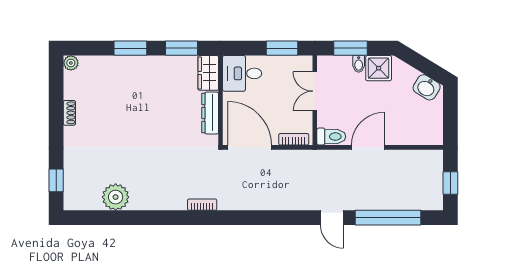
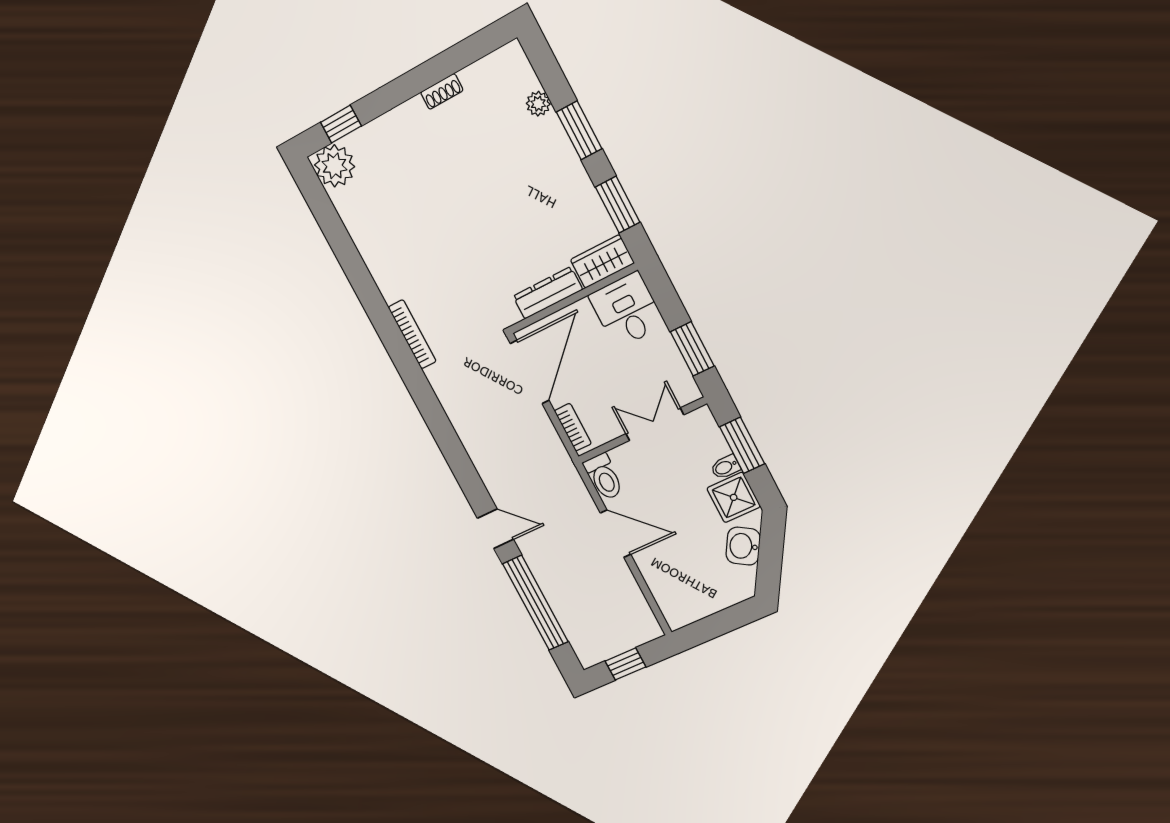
plant: (71, 63) -> (538, 104), moved
washbasin: (427, 87) -> (743, 546), moved
plant: (116, 197) -> (334, 166), moved
bookcase: (202, 205) -> (412, 334), width x1.56
door: (332, 218) -> (495, 529), swing flipped

